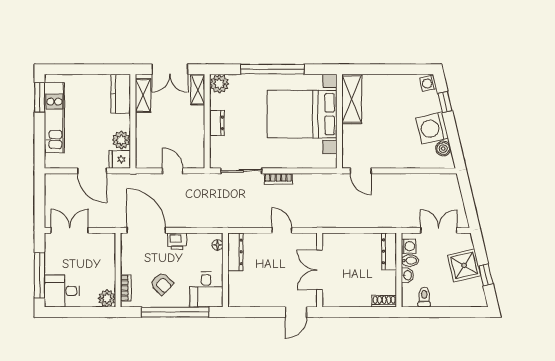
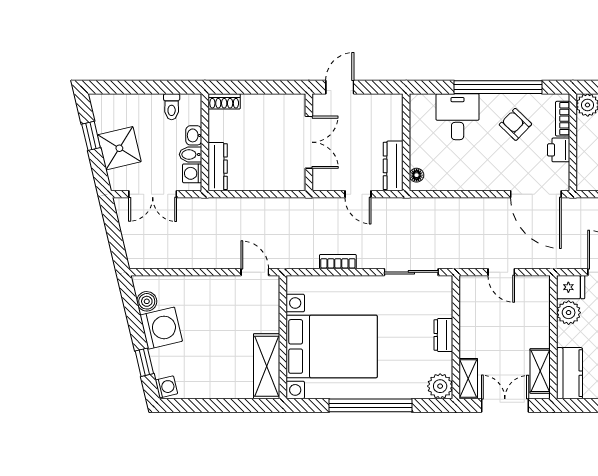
bookcase: (278, 179) -> (338, 262), moved
printer: (177, 241) -> (559, 150), moved, turned -90
floor lamp: (218, 245) -> (417, 175), moved
dresser: (235, 252) -> (393, 166), moved
wall: (225, 270) -> (406, 142), moved

